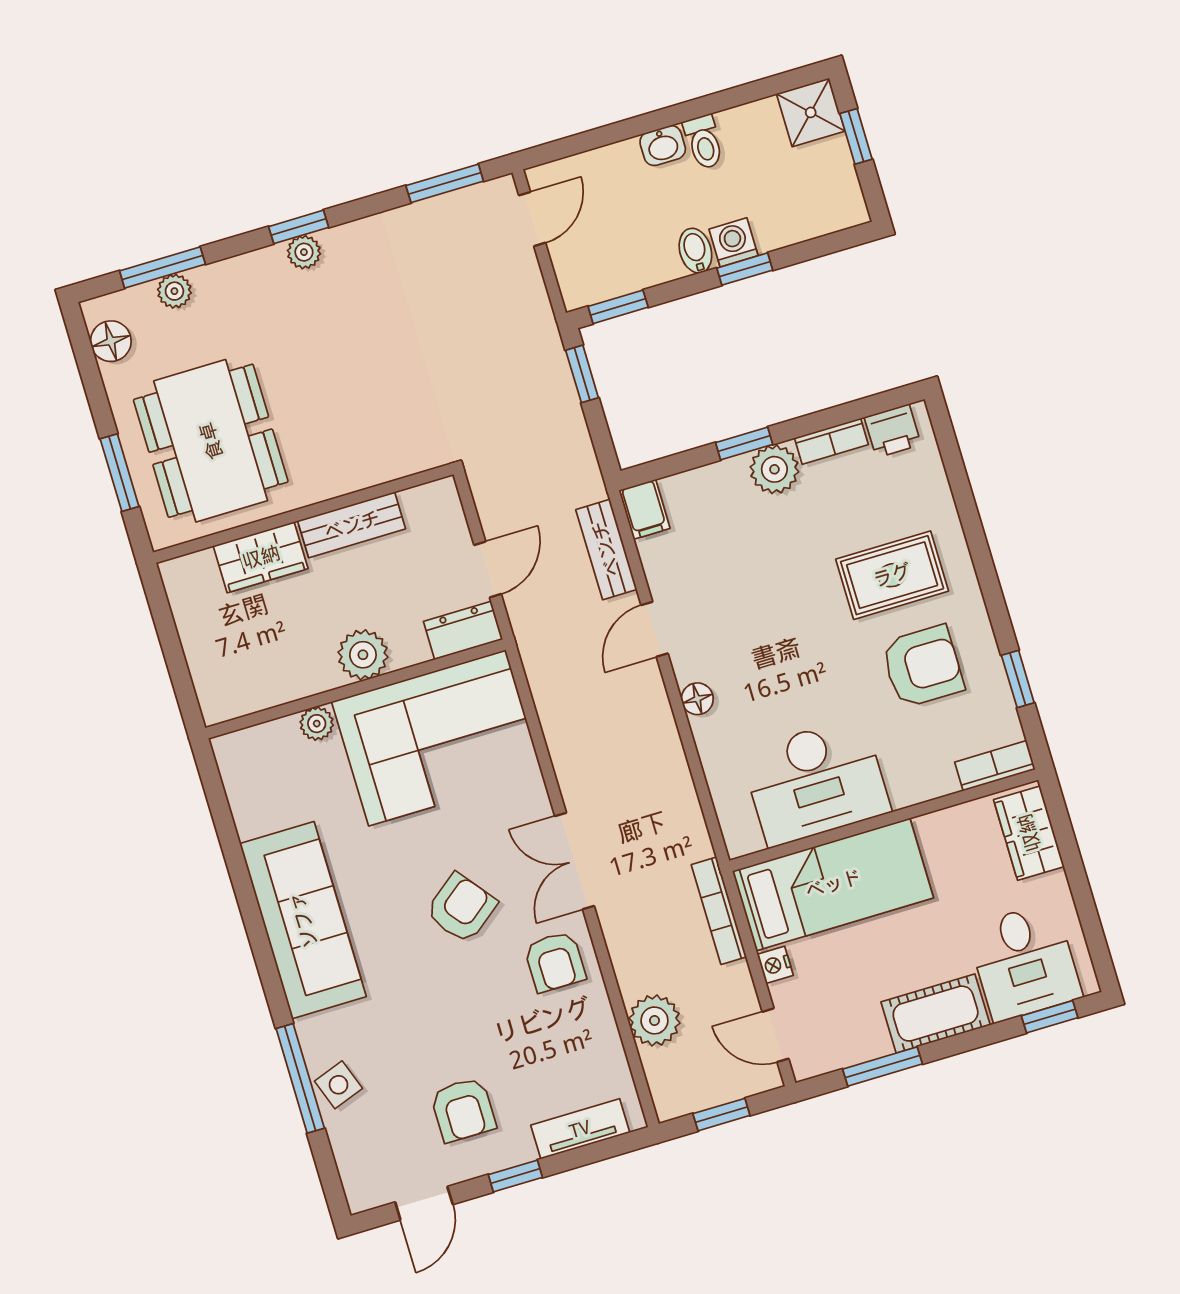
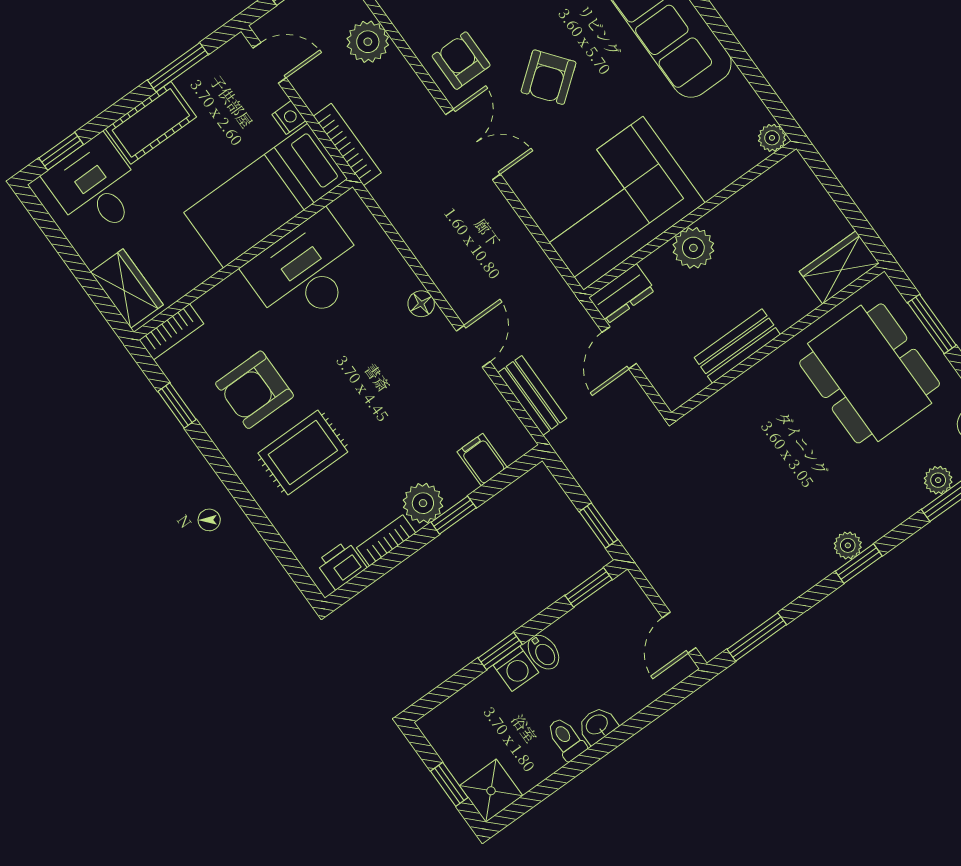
filing cabinet: (644, 509) -> (482, 460), moved
wardrobe: (261, 557) -> (839, 267), moved
plant: (317, 724) -> (772, 138), moved

